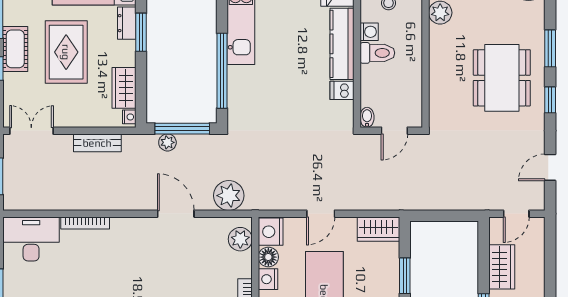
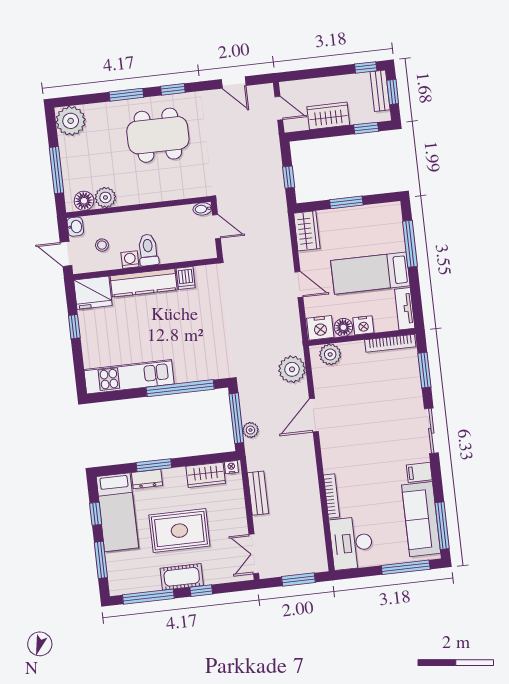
bidet: (367, 117) -> (202, 209), moved
window: (440, 216) -> (289, 177), added

